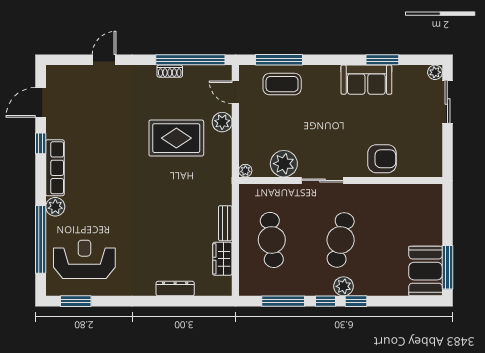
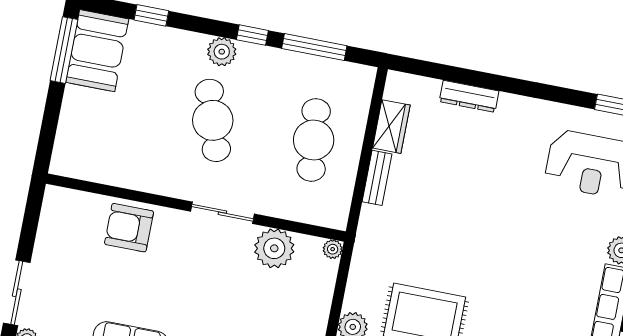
cafe table: (341, 240) -> (213, 120), turned -30
window: (356, 301) -> (151, 15), moved

